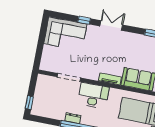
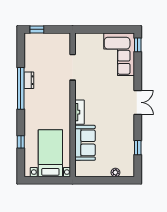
window: (84, 20) -> (138, 45), moved
desk: (93, 95) -> (58, 98), removed

